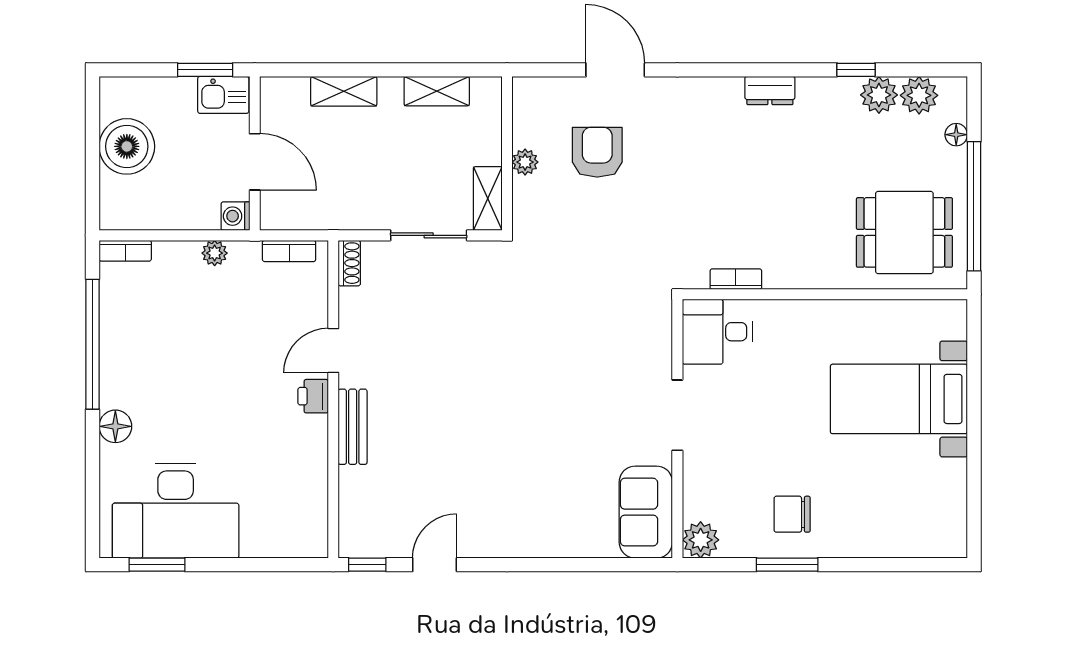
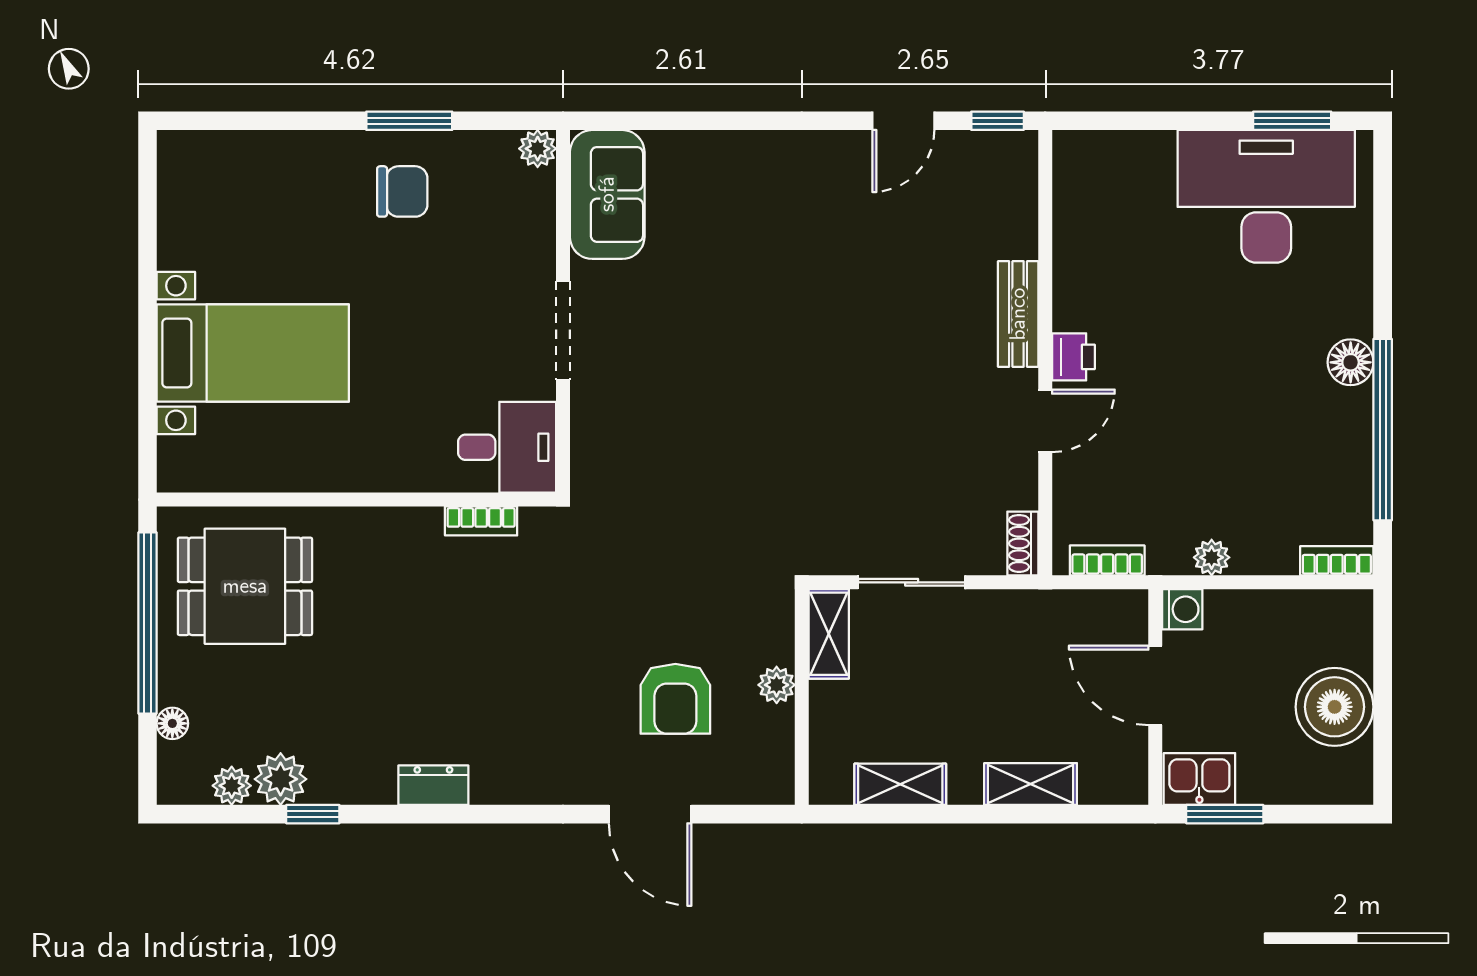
plant: (919, 95) -> (232, 786), width x0.73, depth x0.73
floor lamp: (115, 426) -> (1351, 362), moved
plant: (701, 540) -> (538, 149), width x0.73, depth x0.73

